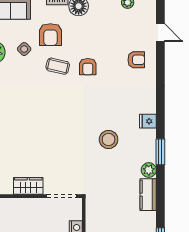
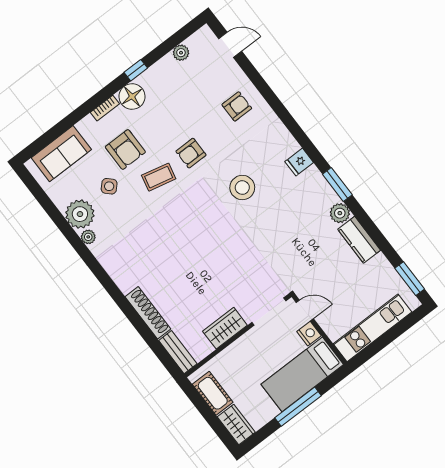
door: (160, 33) -> (230, 45), moved
armchair: (88, 67) -> (191, 153), turned 90
stool: (109, 140) -> (242, 188), moved
door: (84, 212) -> (305, 310), added

